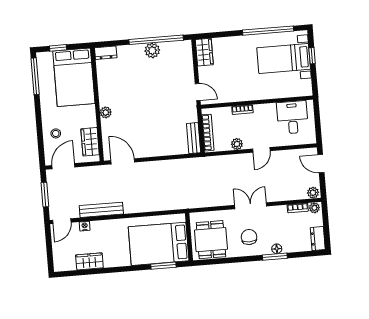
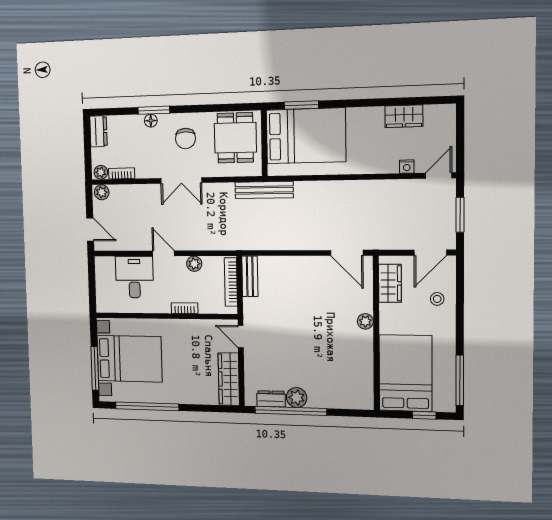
wardrobe: (204, 52) -> (229, 379), width x1.50
dresser: (106, 53) -> (271, 399), moved
window: (312, 56) -> (95, 368), width x2.17
bed with nightstands: (284, 59) -> (129, 359), width x1.36
desk: (292, 117) -> (134, 277), moved, turned 180
door: (261, 150) -> (163, 253), hinge flipped
bench: (101, 210) -> (264, 190), moved

